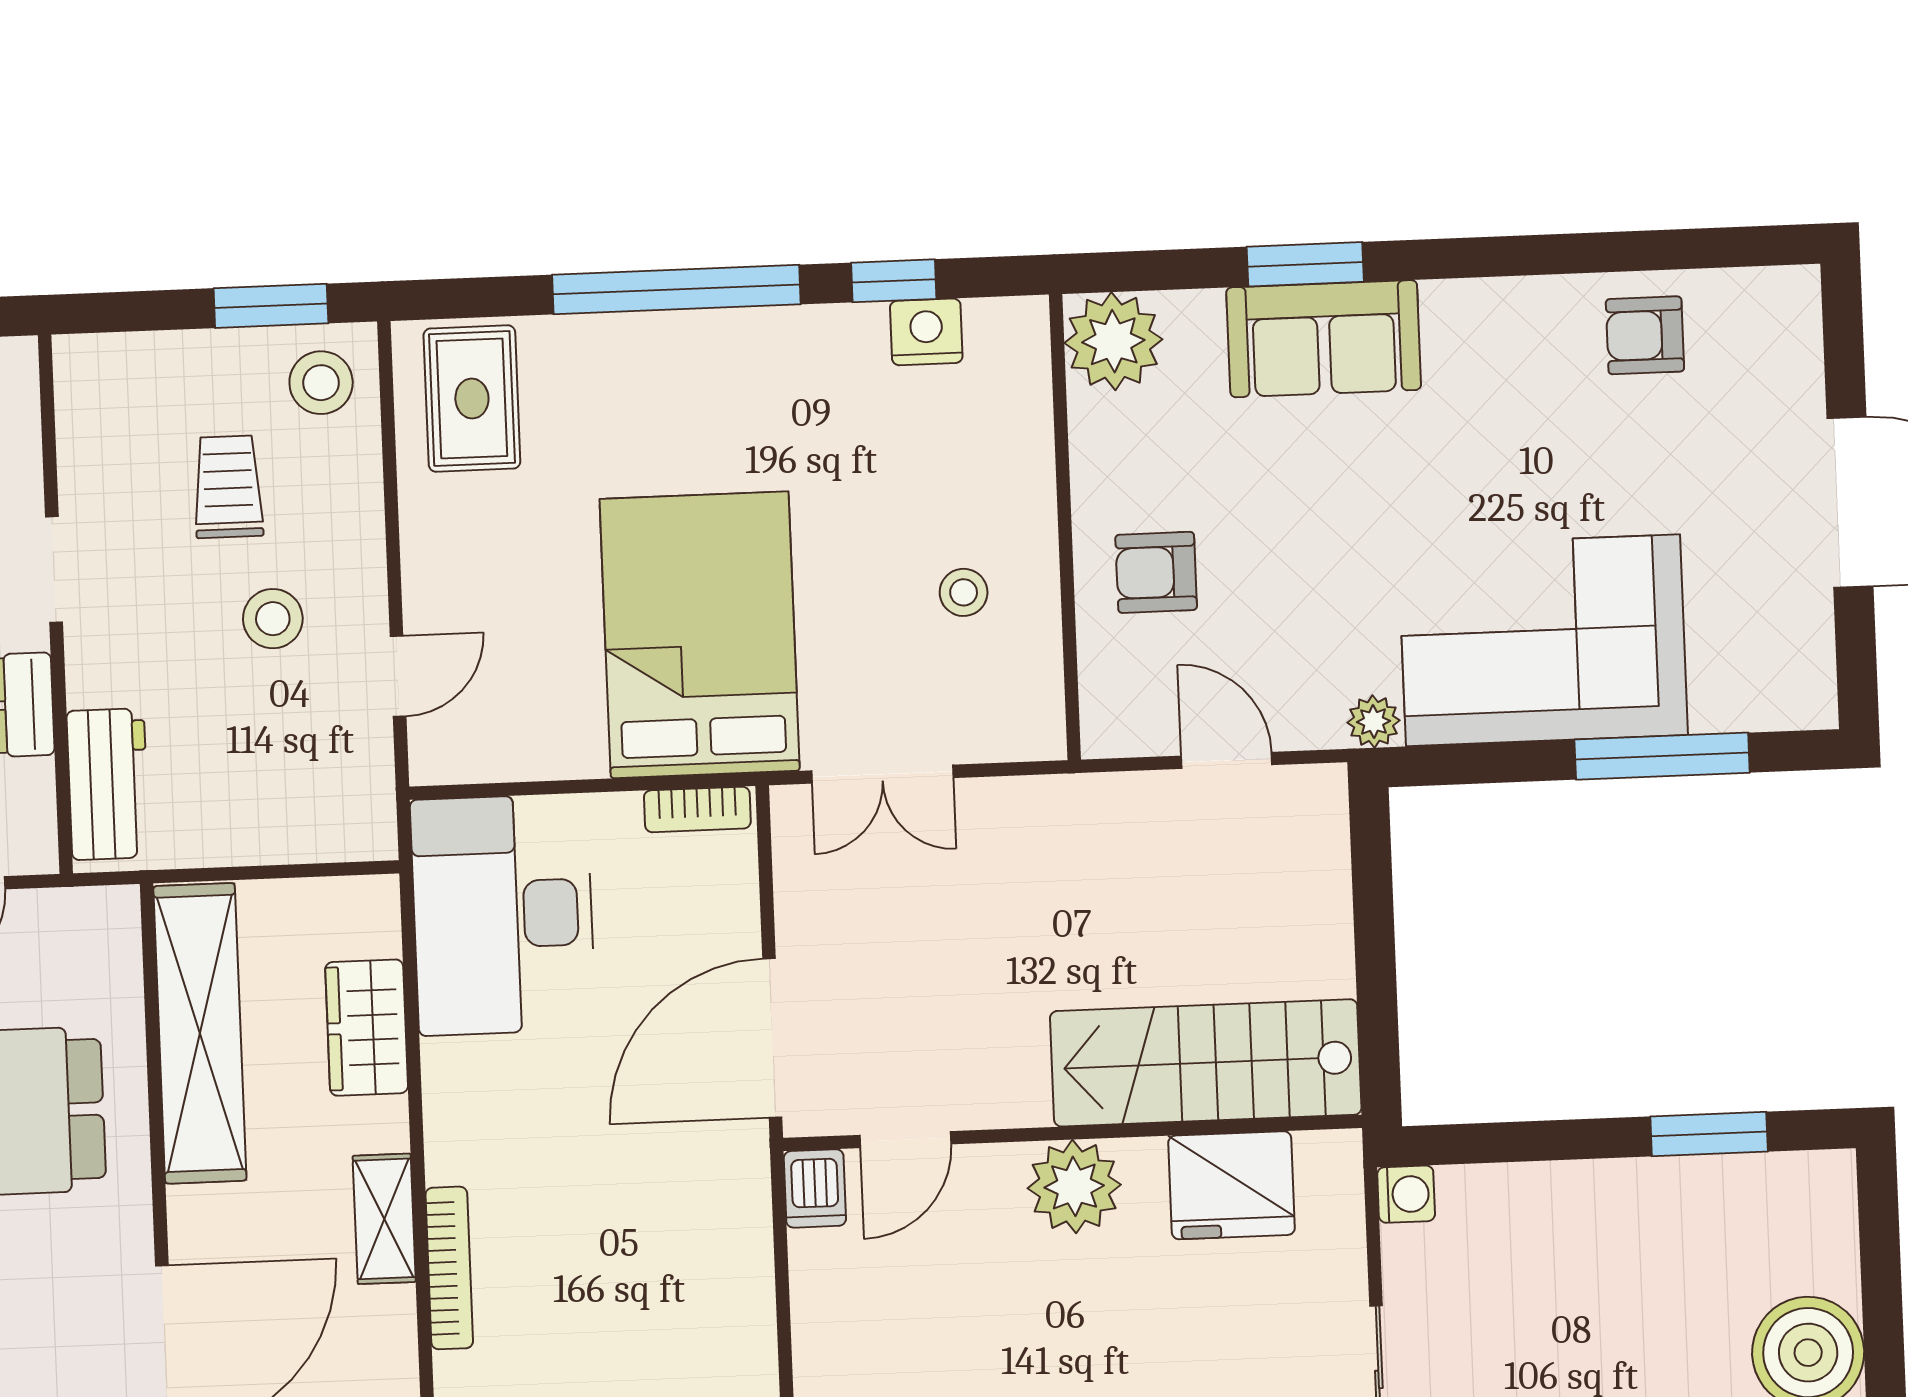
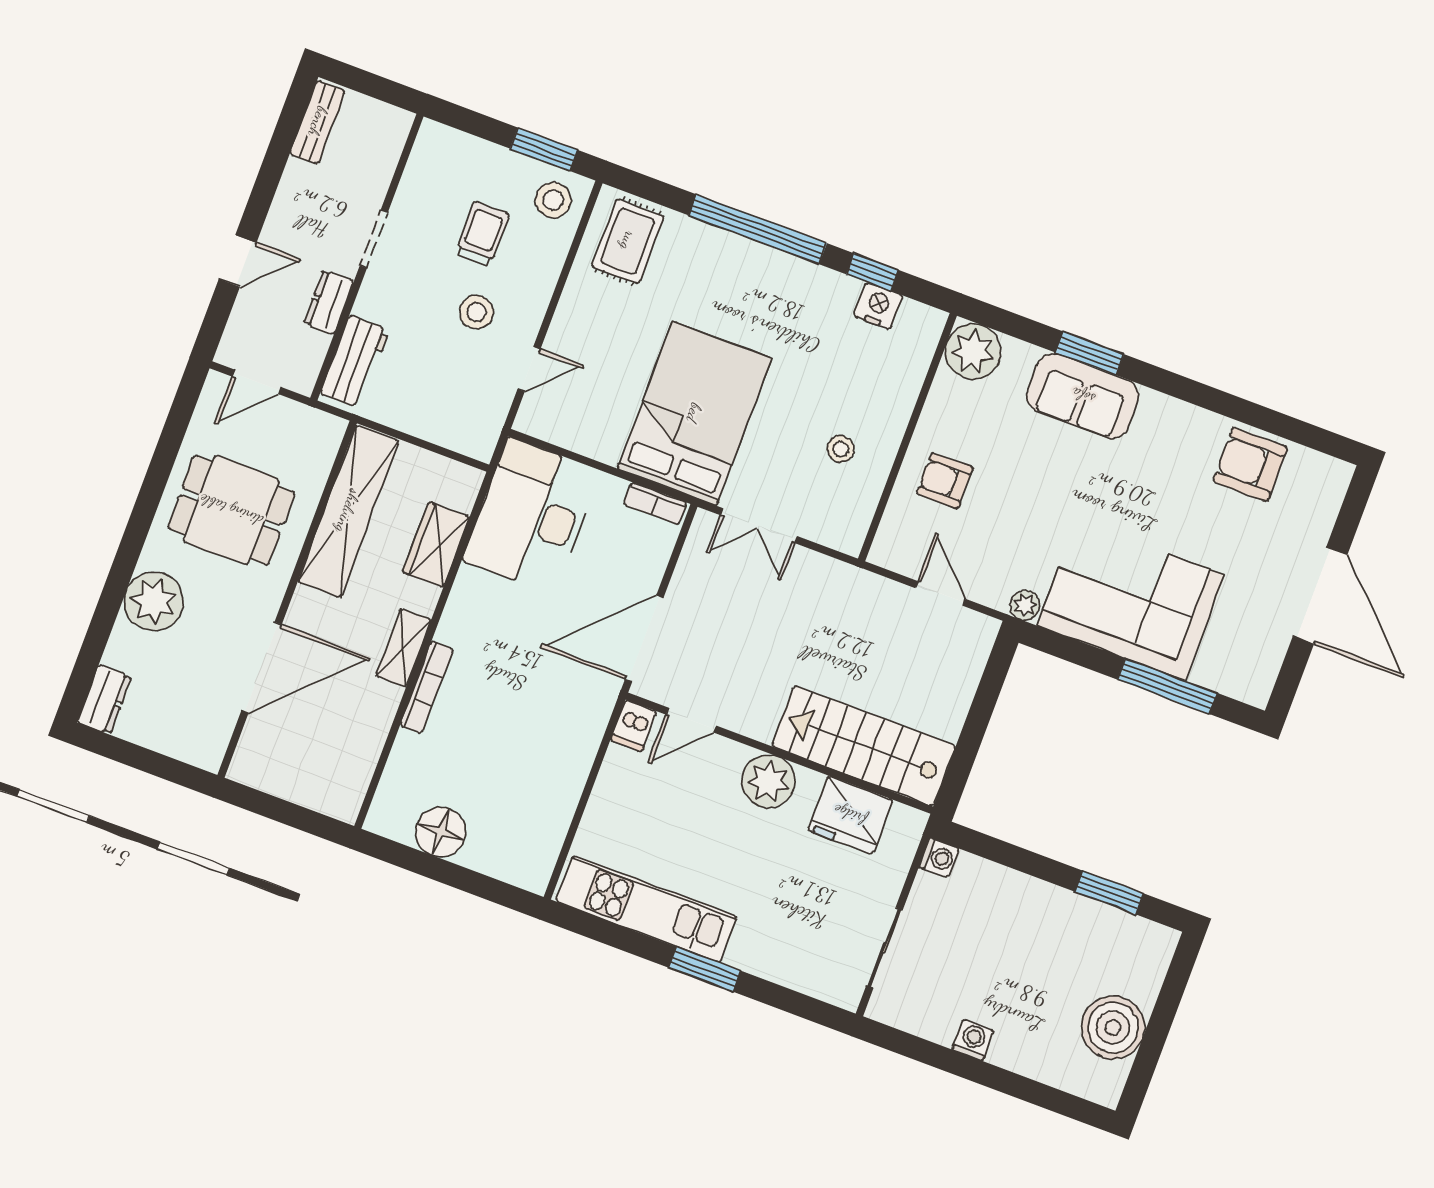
armchair: (1645, 335) -> (1250, 464), width x1.38, depth x1.38

